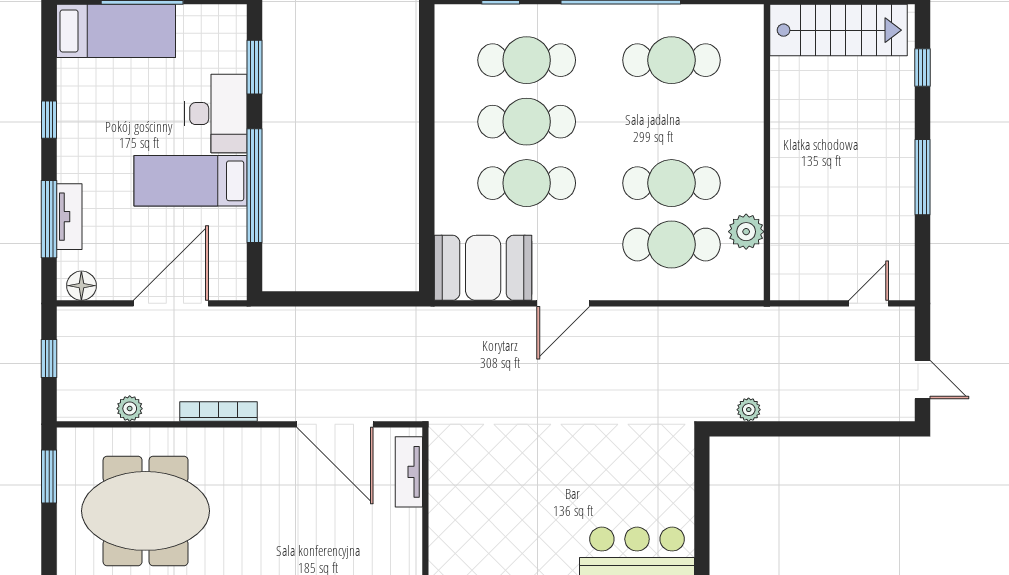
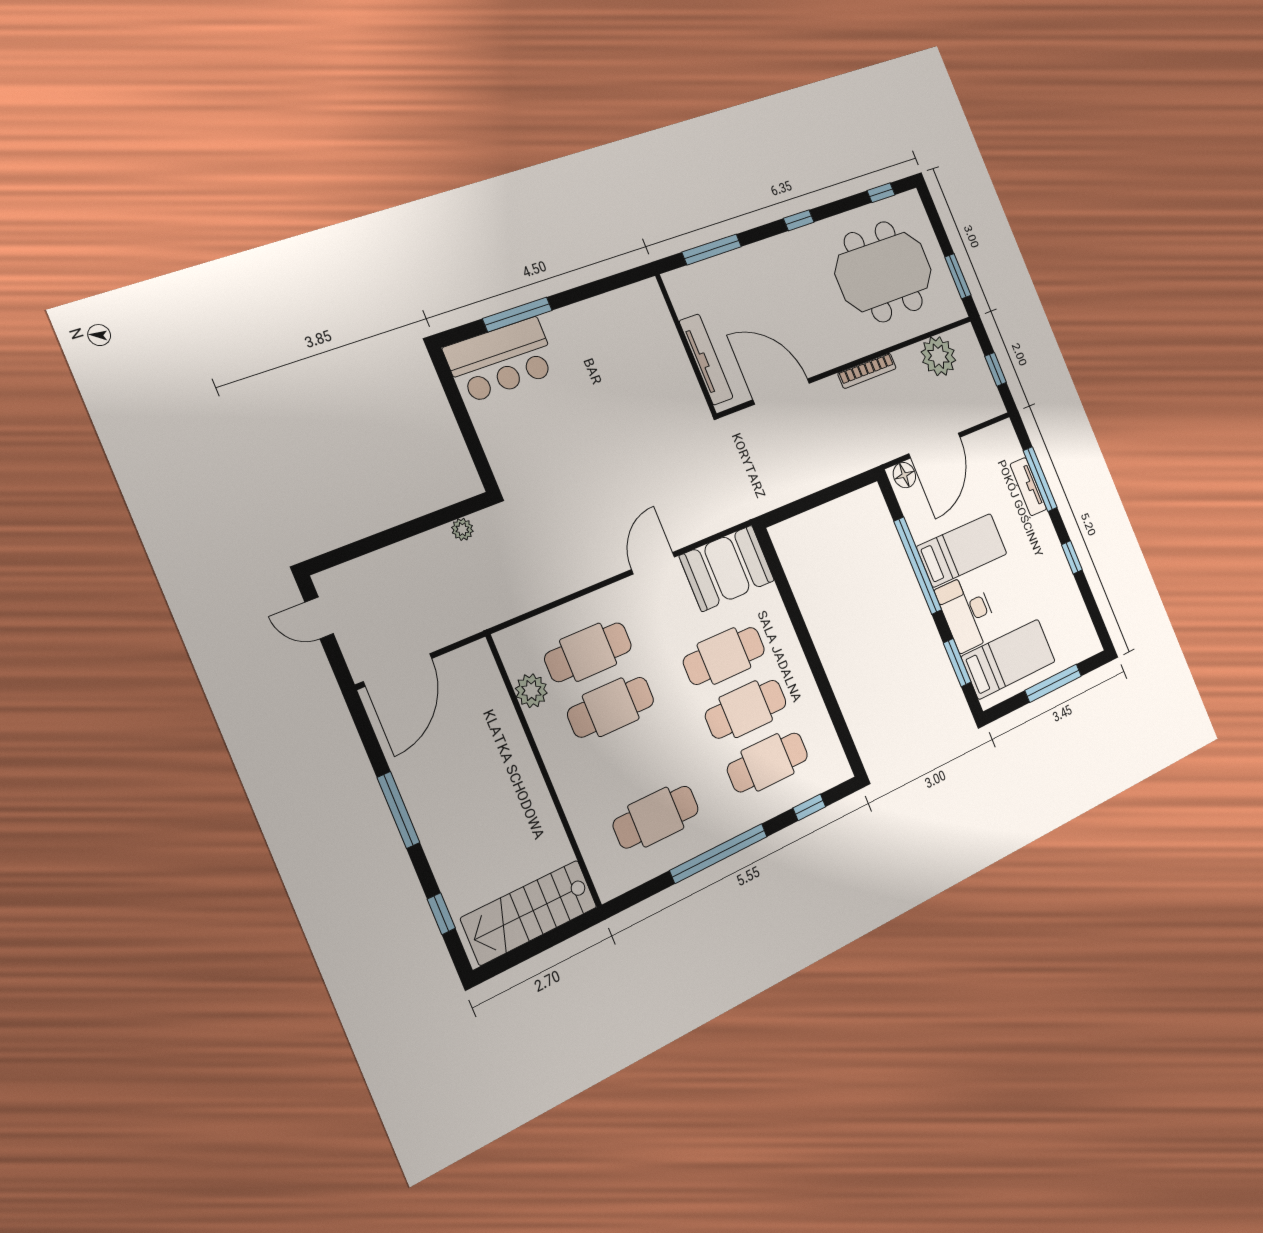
bed: (116, 31) -> (1009, 659), moved, turned 180
floor lamp: (81, 286) -> (904, 475), moved
door: (869, 303) -> (398, 670), width x1.88
plant: (130, 409) -> (938, 356), width x1.87, depth x1.87
tv unit: (409, 472) -> (706, 359), width x1.41

